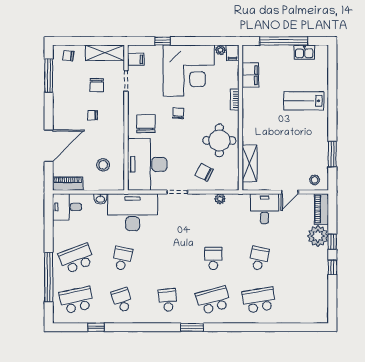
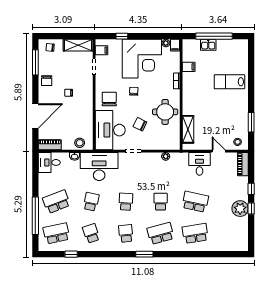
kitchen sink: (304, 52) -> (208, 45), moved
filing cabinet: (250, 75) -> (189, 67), width x0.50
chair: (97, 85) -> (47, 81), moved
stool: (103, 165) -> (80, 143), moved
chair: (204, 172) -> (140, 124), moved
door: (290, 192) -> (219, 151), swing flipped
plant: (318, 236) -> (240, 209), moved
school desk: (168, 258) -> (126, 202), added
school desk: (259, 258) -> (195, 202), width x1.85

